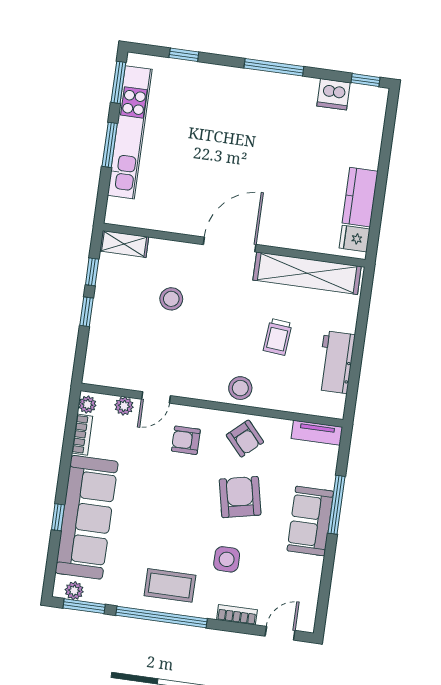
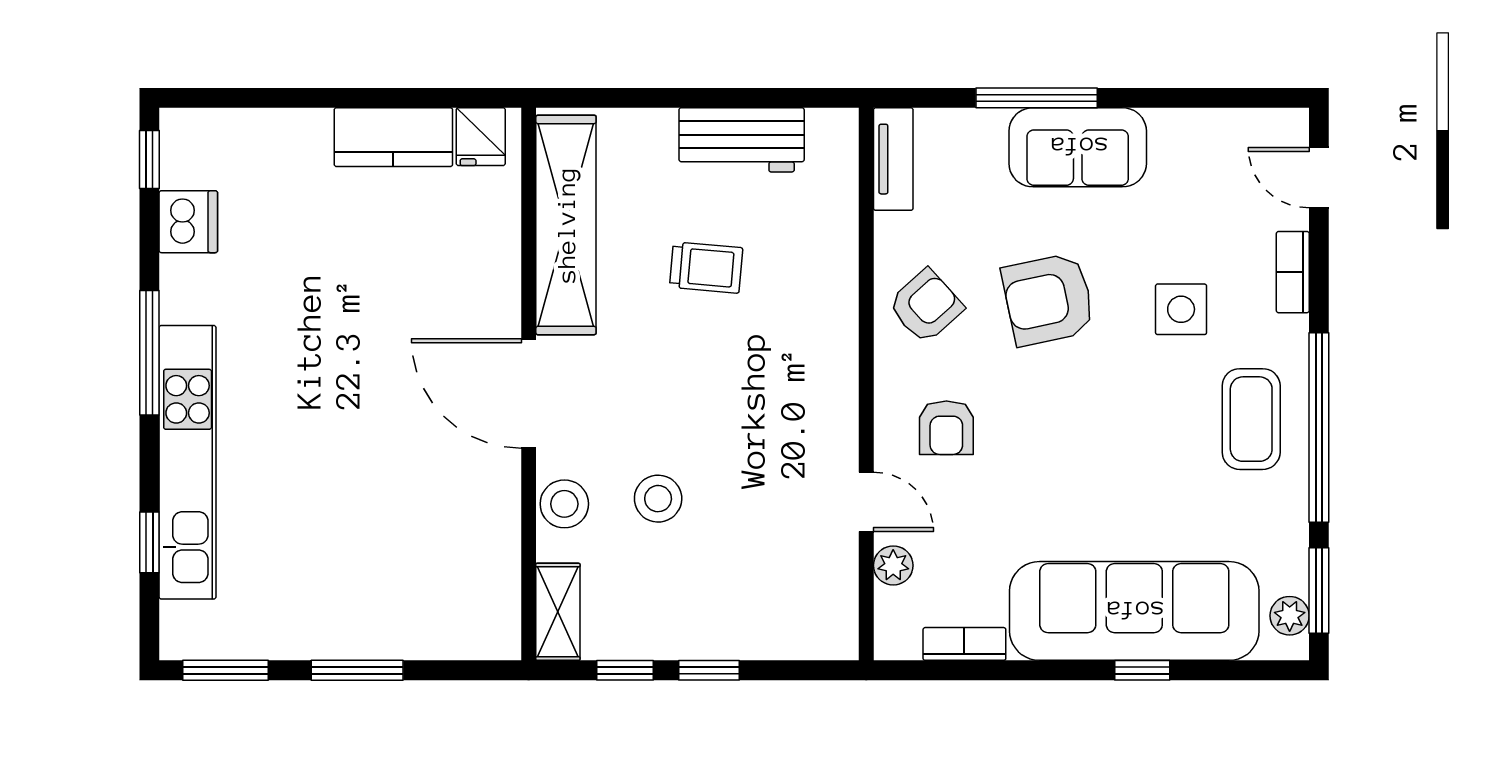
kitchen unit: (130, 132) -> (188, 462), moved, turned 90
stool: (240, 388) -> (564, 504), moved
plant: (87, 405) -> (901, 642), removed

